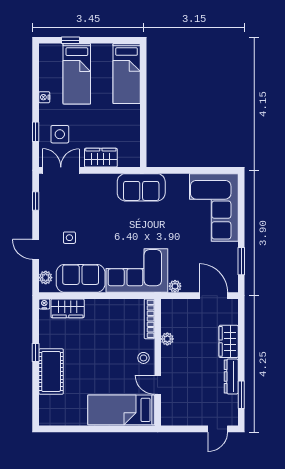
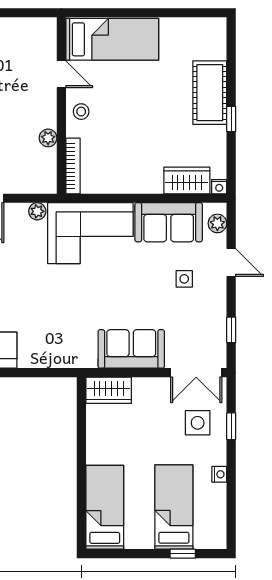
wardrobe: (101, 158) -> (109, 390), moved
sofa: (141, 187) -> (131, 349), moved

